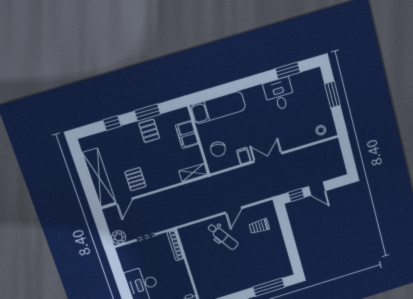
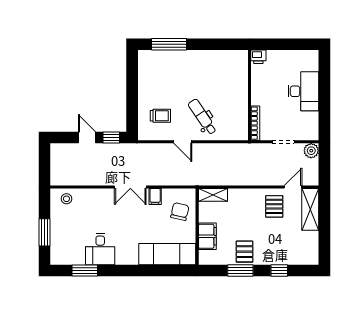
shelving: (99, 178) -> (310, 209), width x0.68
door: (233, 210) -> (183, 142), swing flipped

